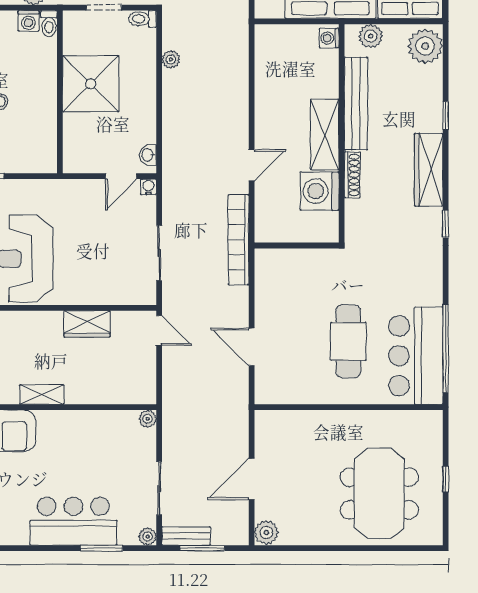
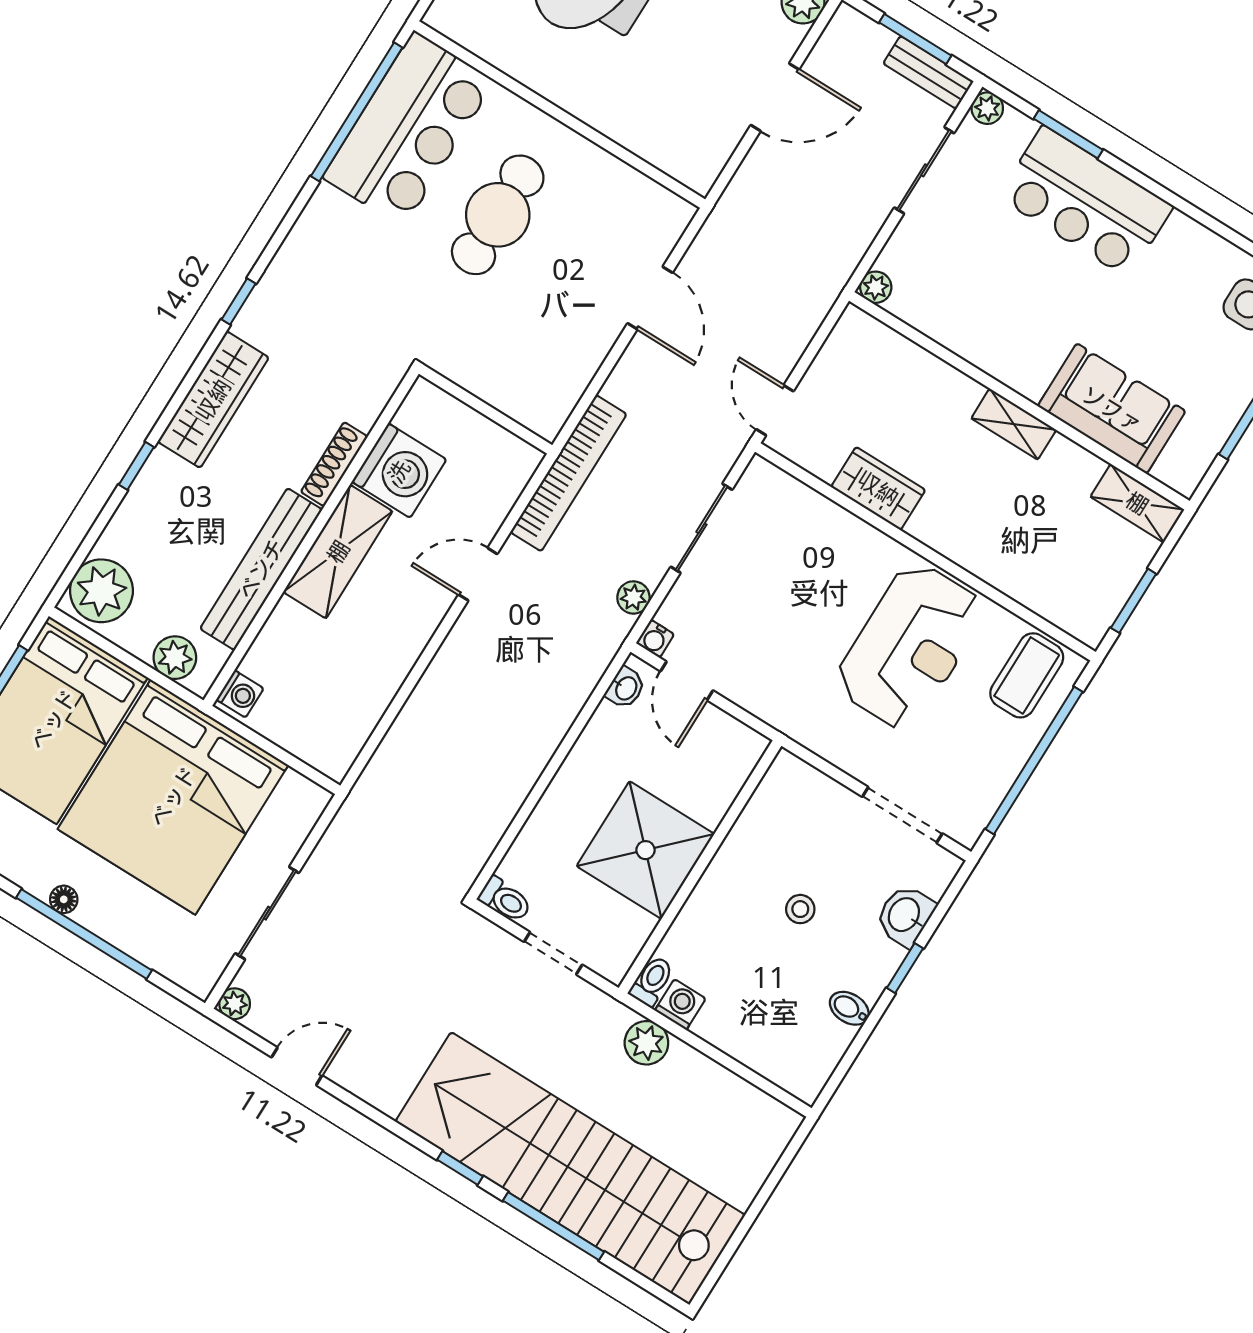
plant: (171, 59) -> (633, 597), moved
door: (121, 176) -> (687, 681), swing flipped

